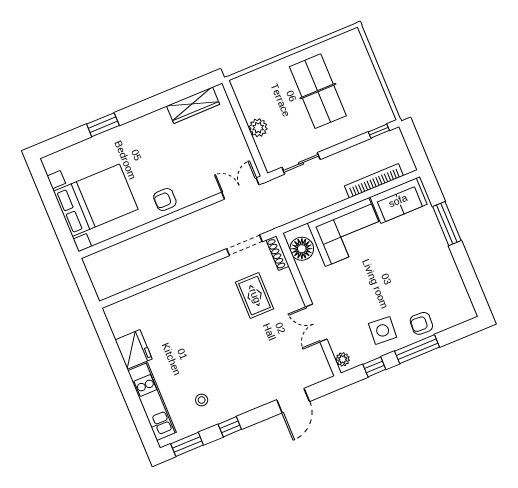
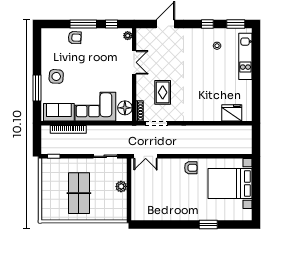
wardrobe: (193, 105) -> (153, 214), removed
side table: (383, 330) -> (56, 76), moved
fridge: (134, 349) -> (232, 113), moved, turned 90

